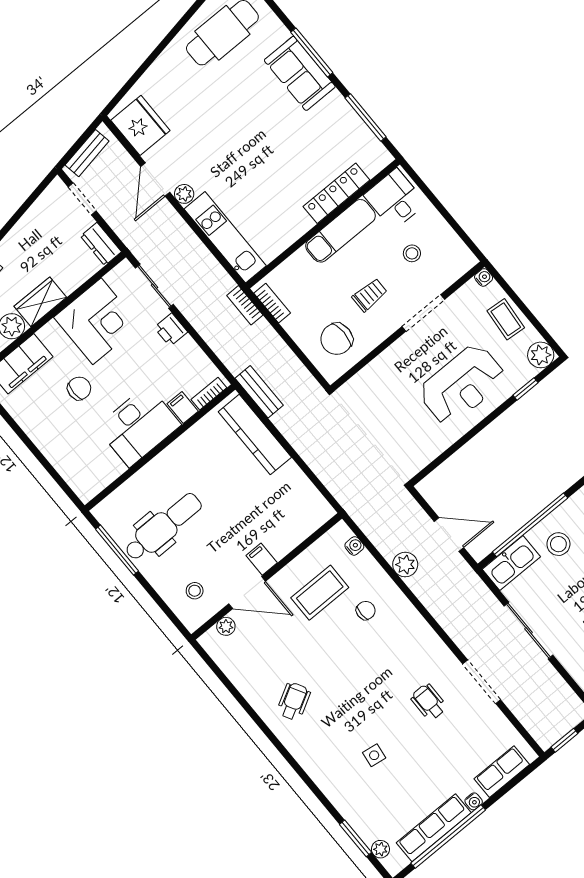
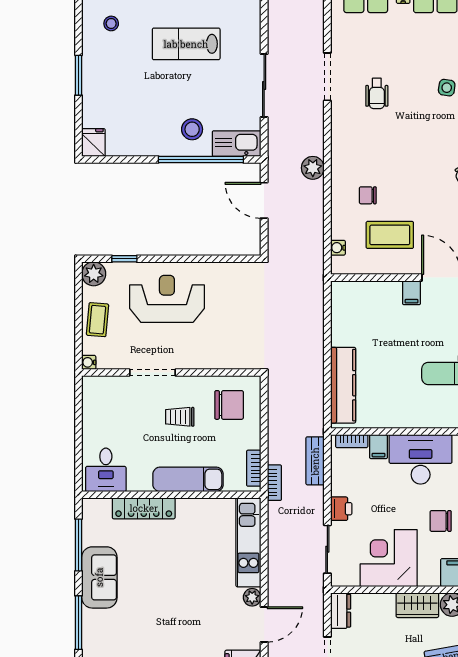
sofa: (300, 73) -> (99, 577), moved
exam couch: (341, 231) -> (188, 479), moved
stool: (412, 253) -> (125, 421), removed
bench: (259, 392) -> (315, 461), moved
plant: (405, 565) -> (313, 168), moved

